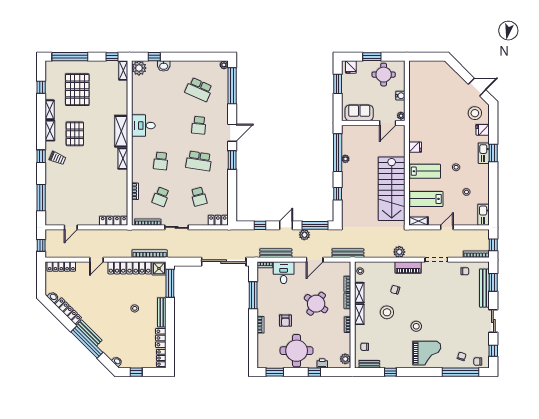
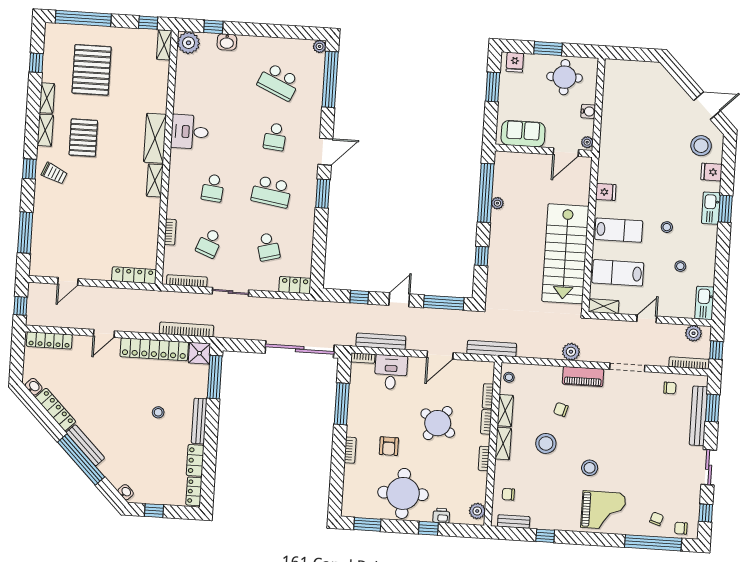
plant: (304, 235) -> (693, 333), moved

